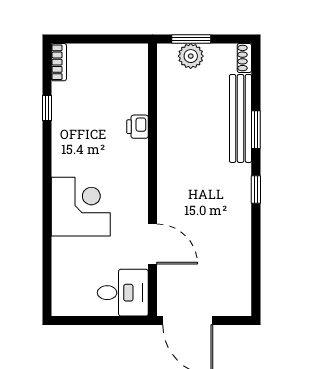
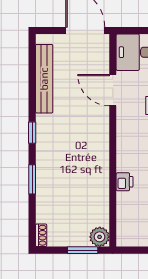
plant: (191, 56) -> (100, 237), moved
bench: (241, 118) -> (44, 79), moved

